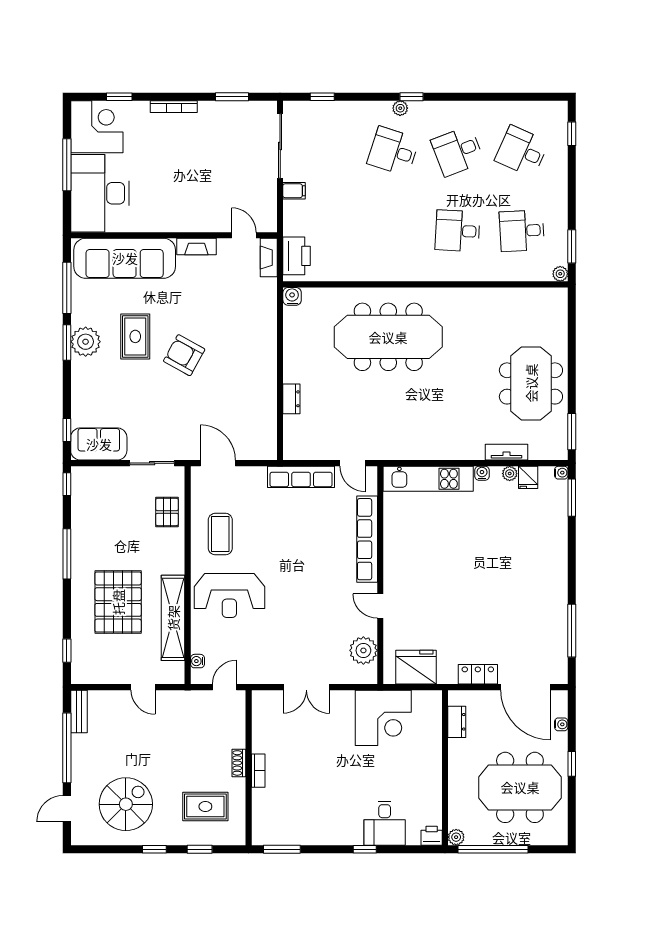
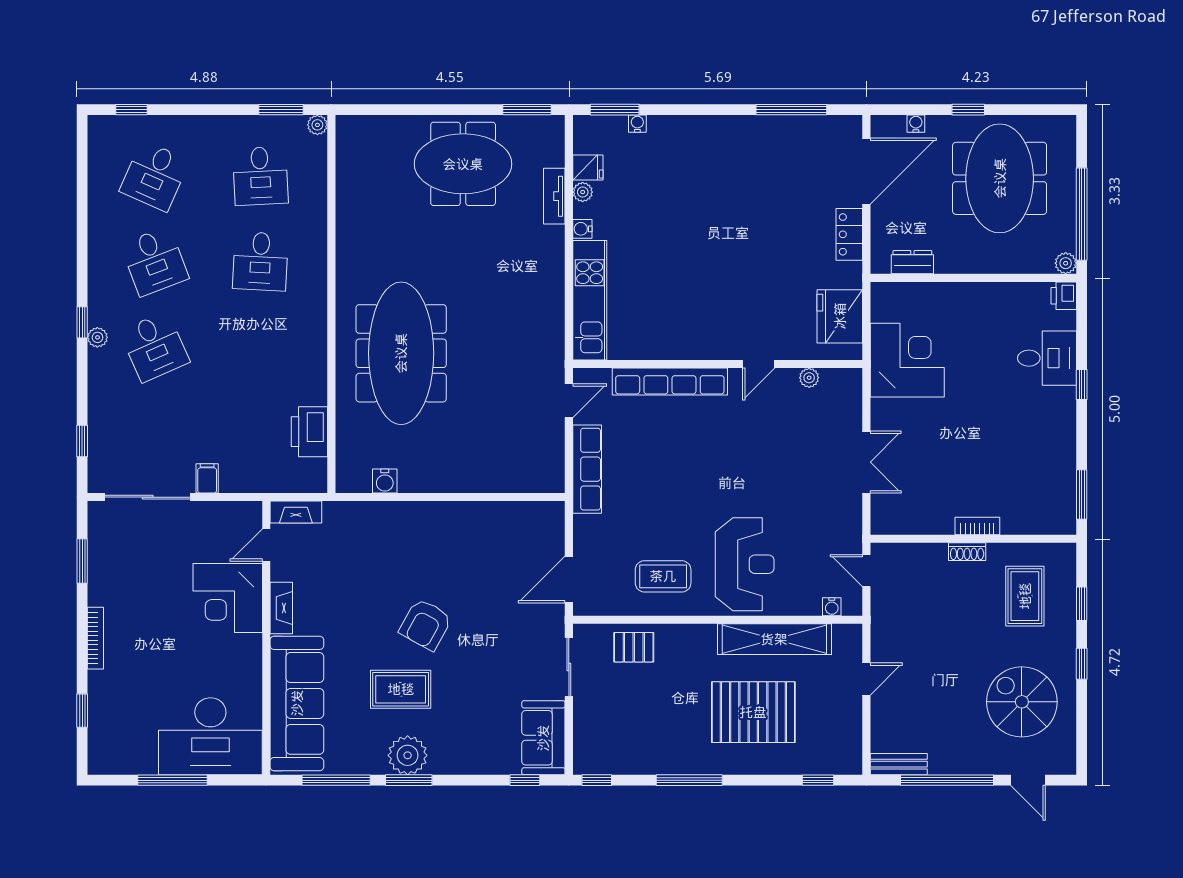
corner desk: (97, 127) -> (228, 598), moved, turned -90
desk: (393, 151) -> (155, 347), turned -42
printer: (297, 256) -> (309, 432), moved, turned -90
water cooler: (292, 296) -> (385, 481), moved, turned -90
dresser: (291, 399) -> (483, 482), removed
water cooler: (561, 473) -> (637, 124), moved
plant: (363, 650) -> (809, 378), width x0.53, depth x0.53

